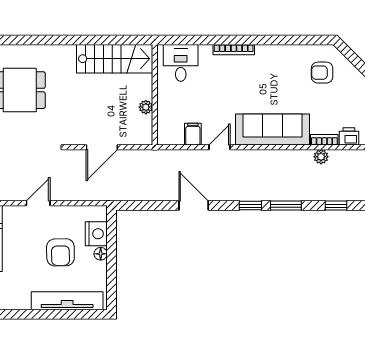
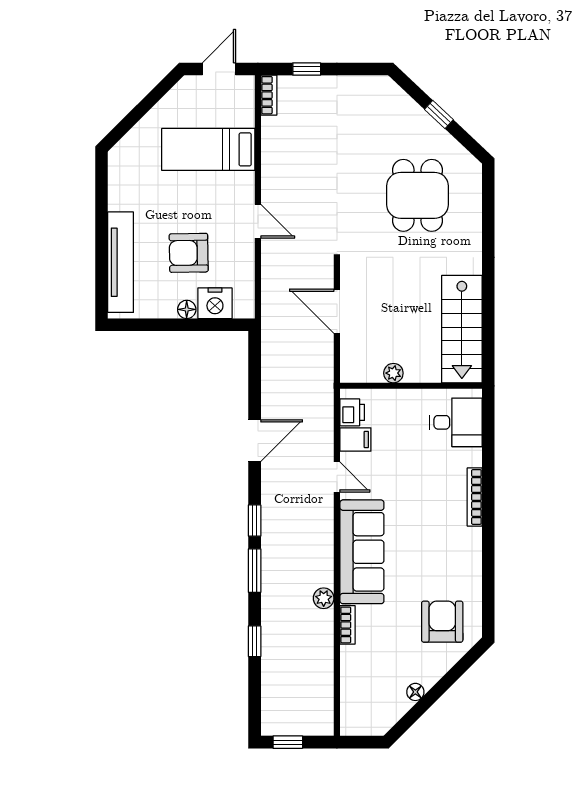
armchair: (322, 73) -> (442, 622), width x1.38, depth x1.38
printer: (349, 136) -> (352, 412), moved
plant: (321, 157) -> (324, 598), moved

